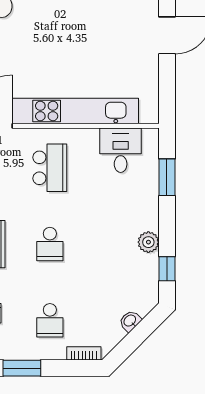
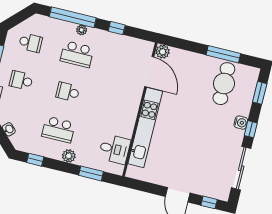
school desk: (50, 168) -> (58, 130), moved
plant: (148, 242) -> (69, 156), moved

